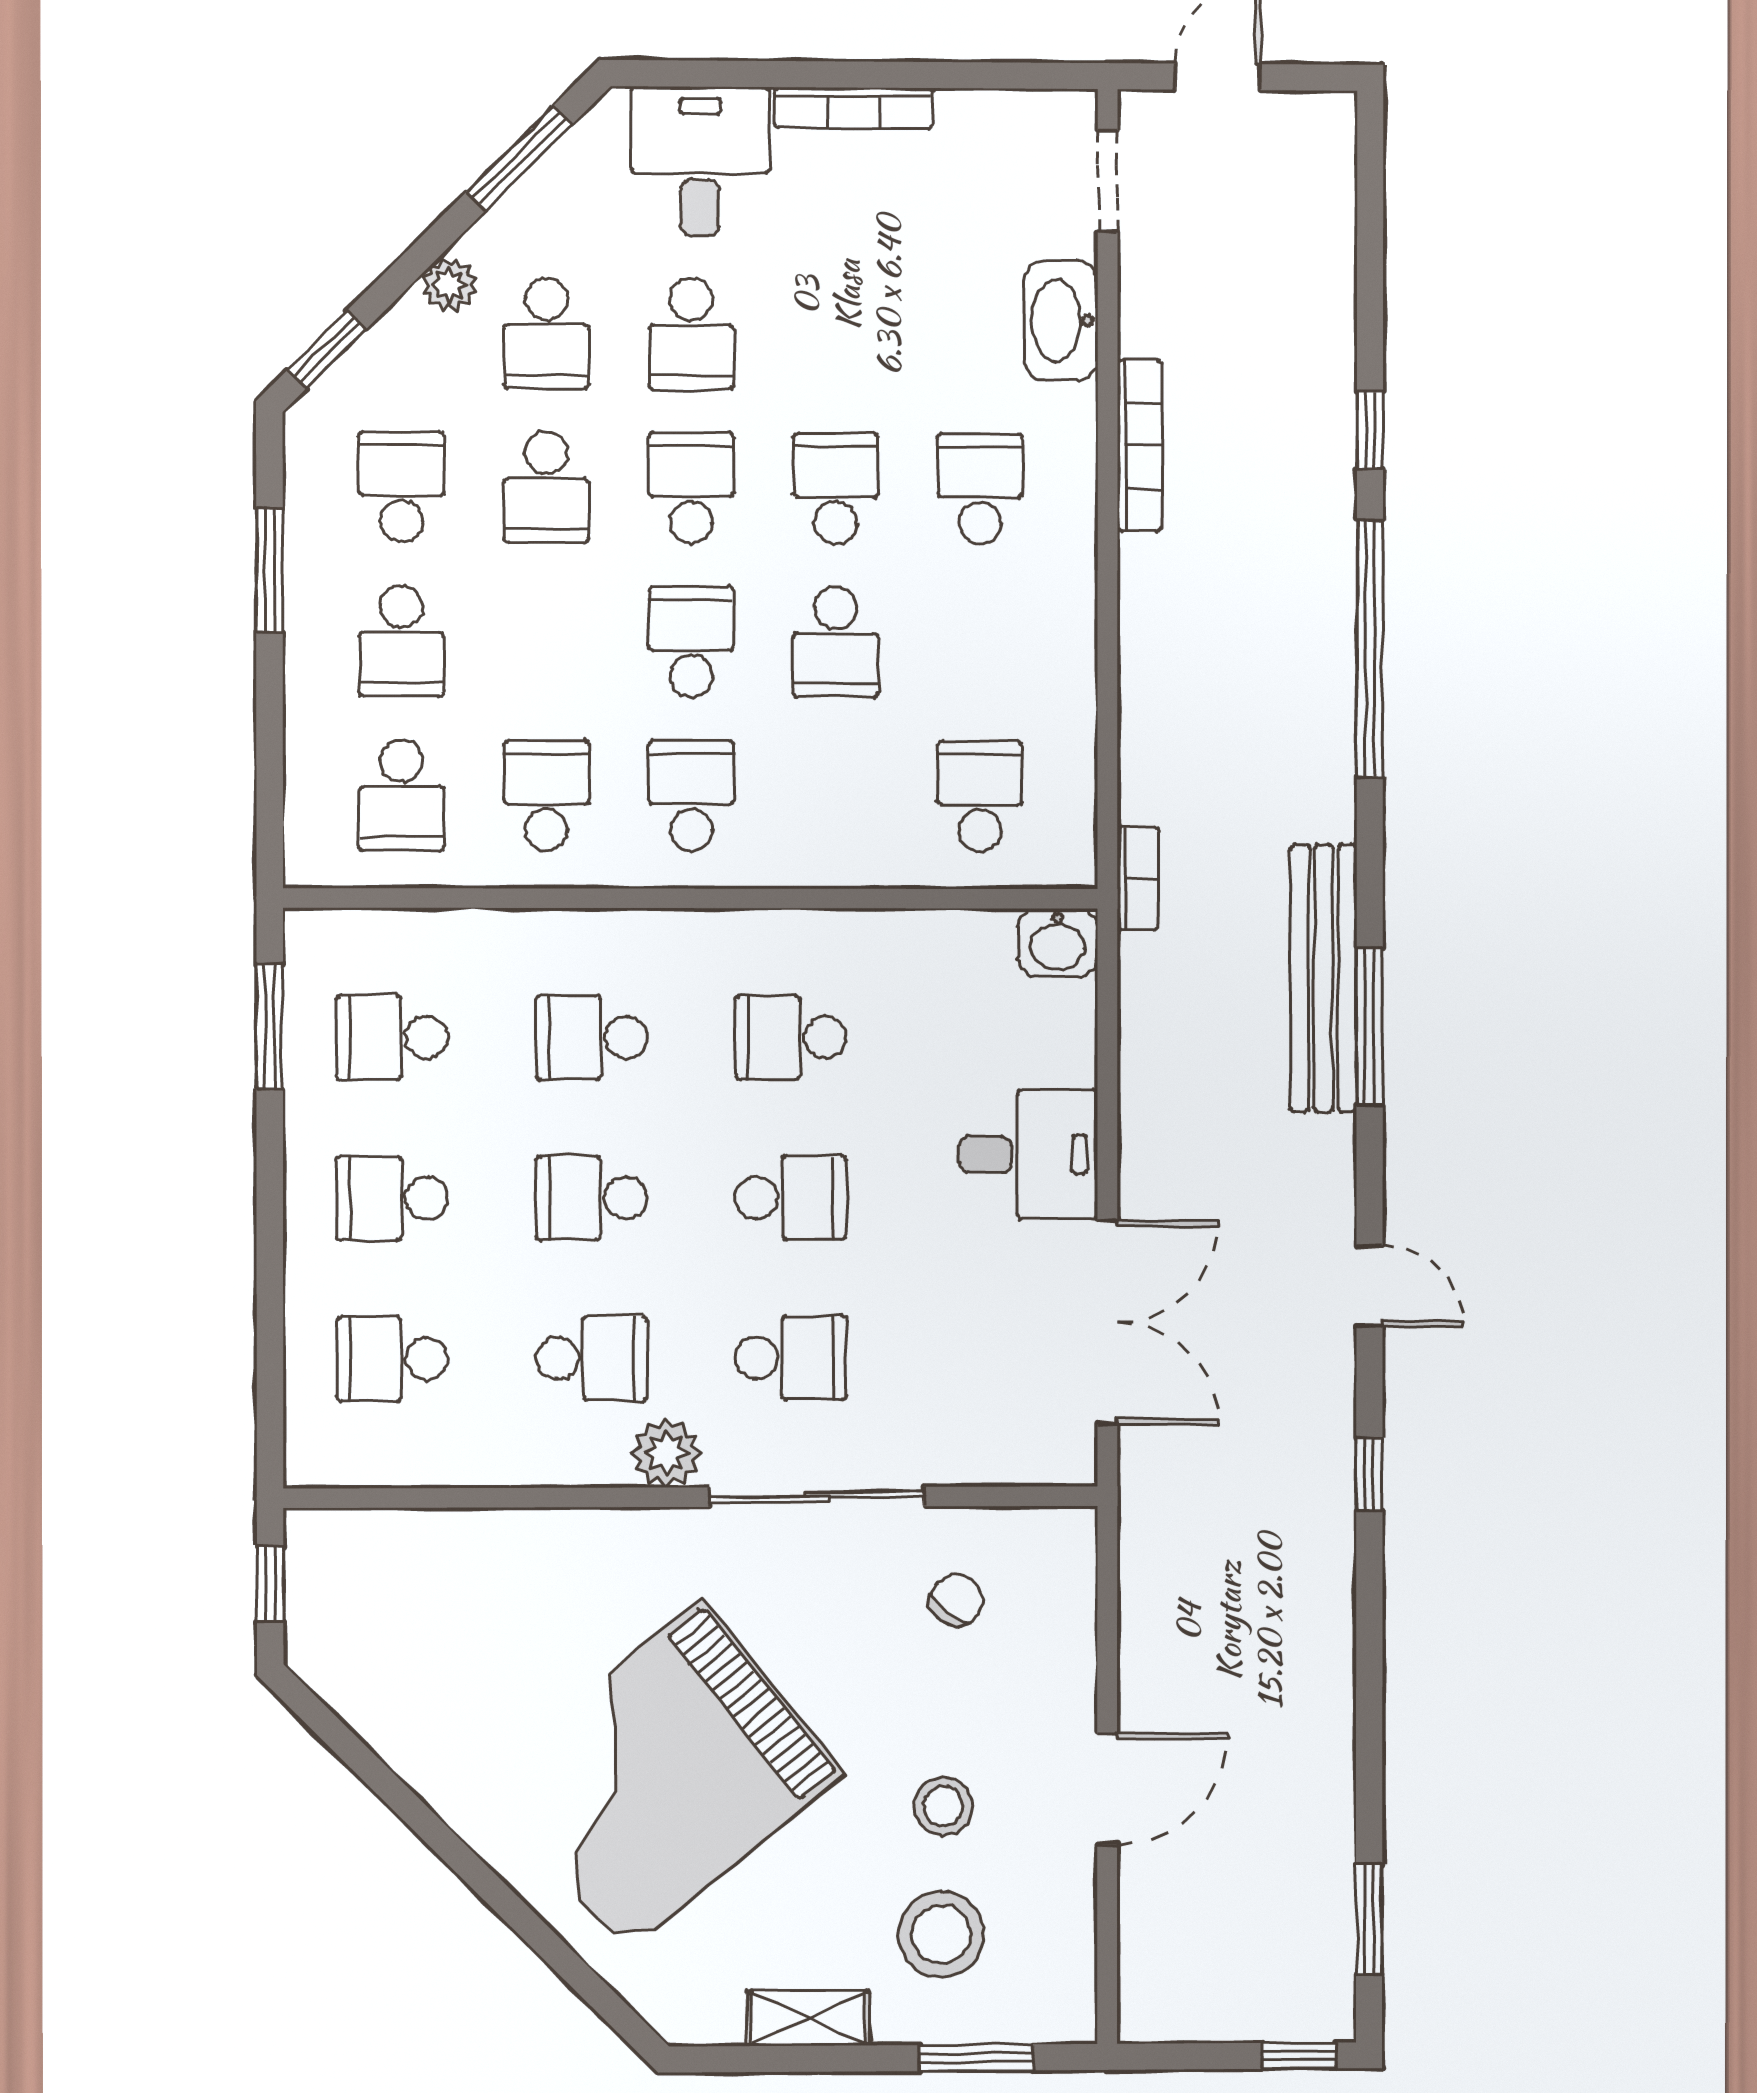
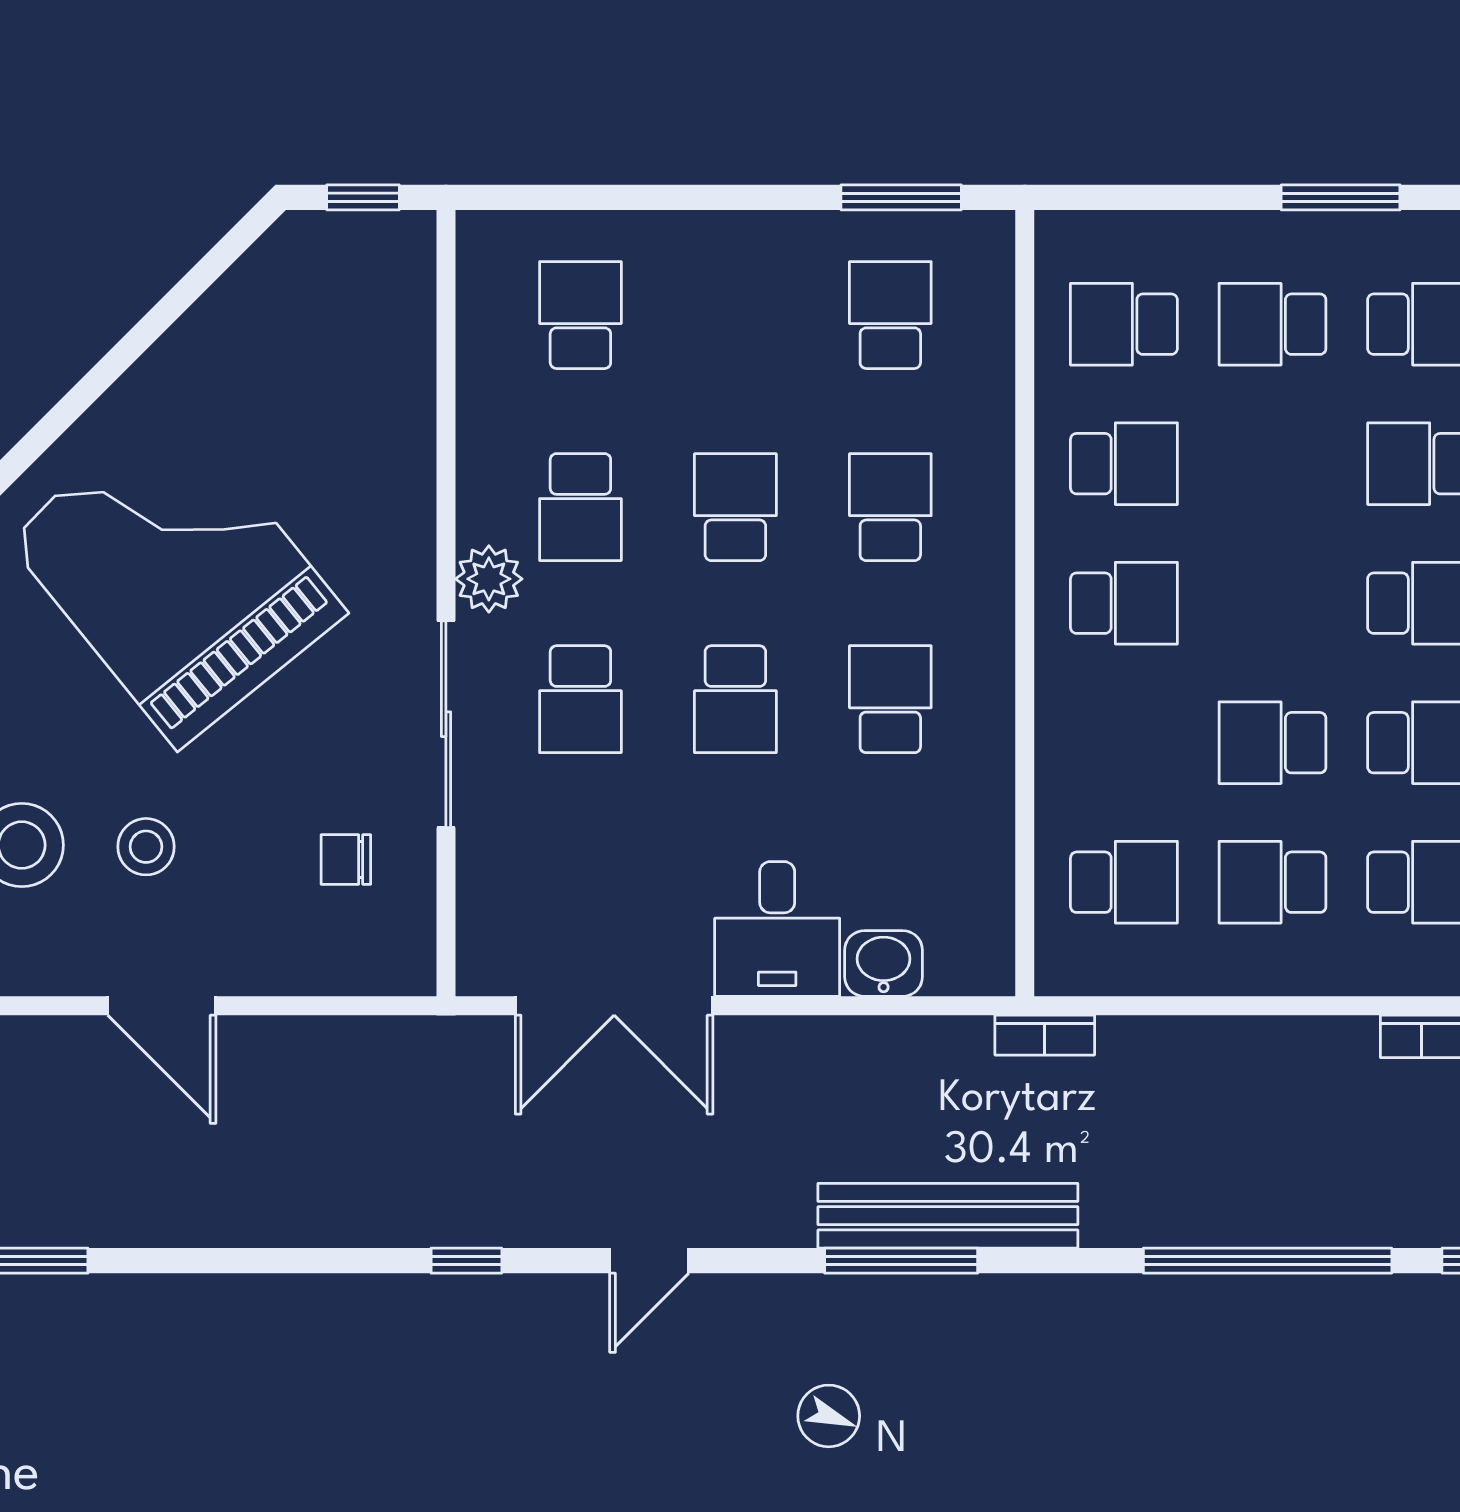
school desk: (691, 642) -> (1273, 882), moved, turned 180
washbasin: (1058, 942) -> (884, 963), moved, turned 90
school desk: (392, 1198) -> (735, 315), removed
chair: (956, 1600) -> (346, 860), turned 144

